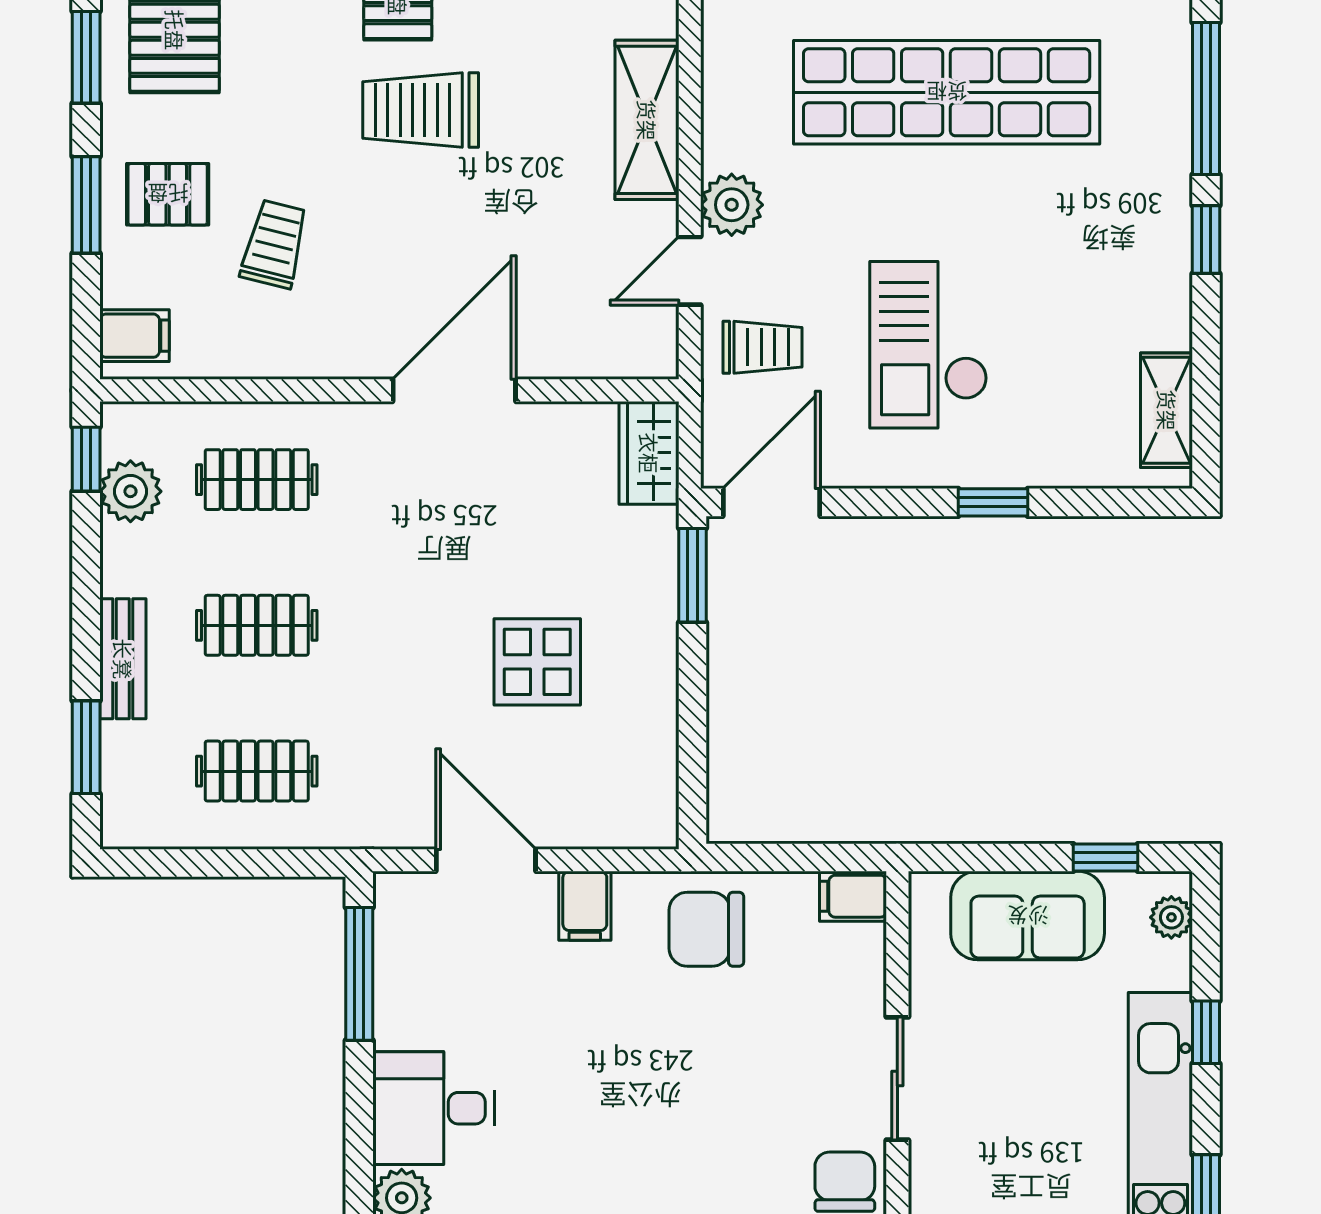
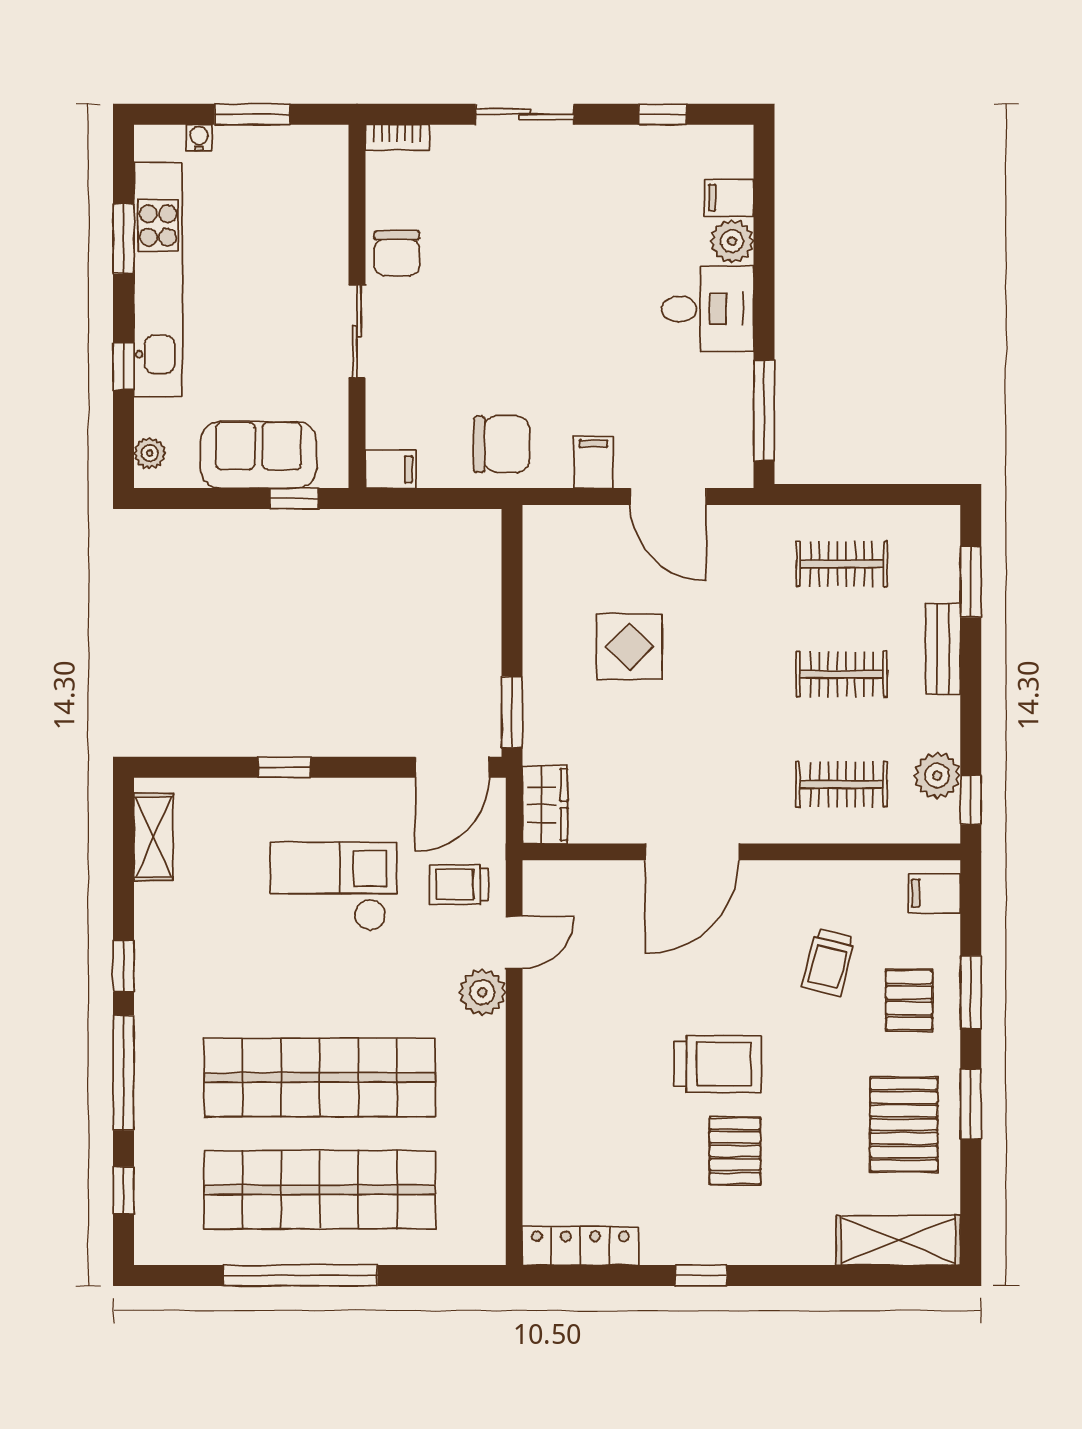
shelving: (647, 120) -> (546, 1057), removed
pallet: (168, 194) -> (909, 1000), turned 90
checkout: (929, 345) -> (333, 886), turned -90
window: (1105, 857) -> (294, 499), moved

